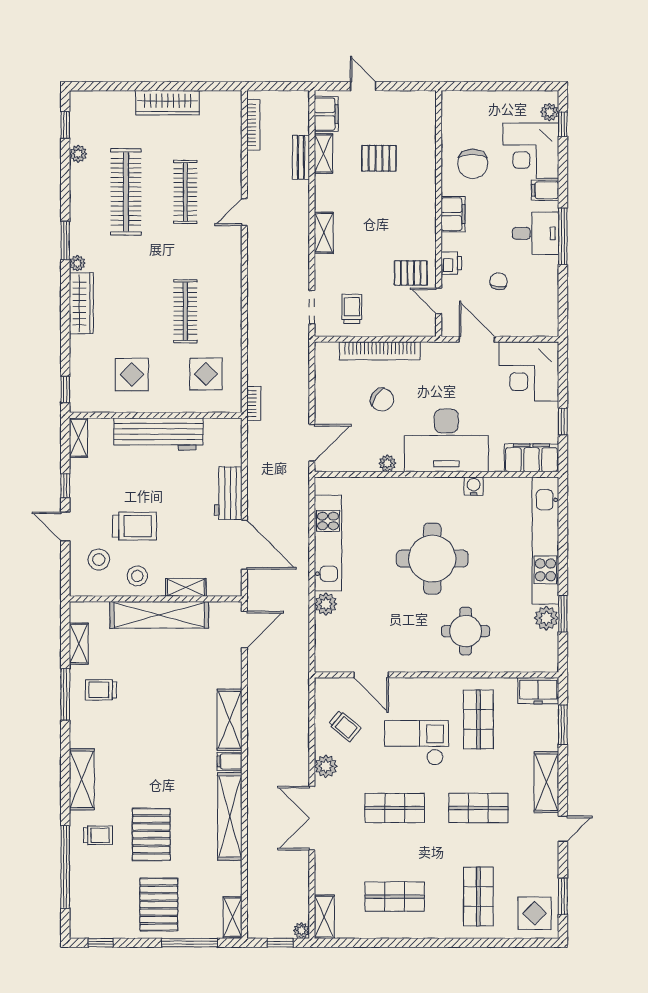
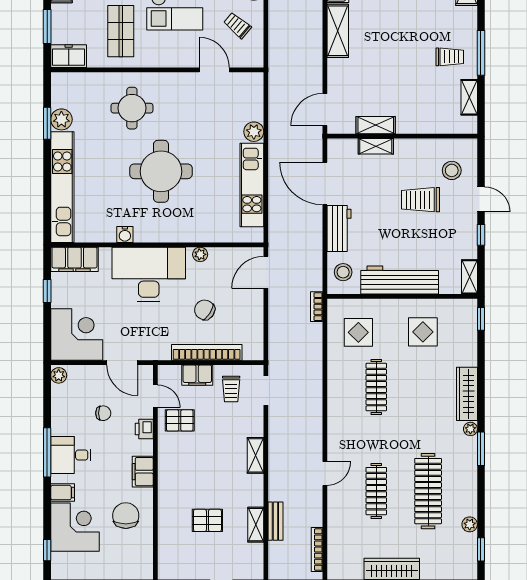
plant: (550, 112) -> (59, 375), moved
filing cabinet: (326, 114) -> (197, 375), moved, turned -90
chair: (499, 281) -> (103, 413), turned -97
stool: (137, 576) -> (343, 272), moved
shelving: (159, 615) -> (376, 125), width x0.45, depth x0.75

